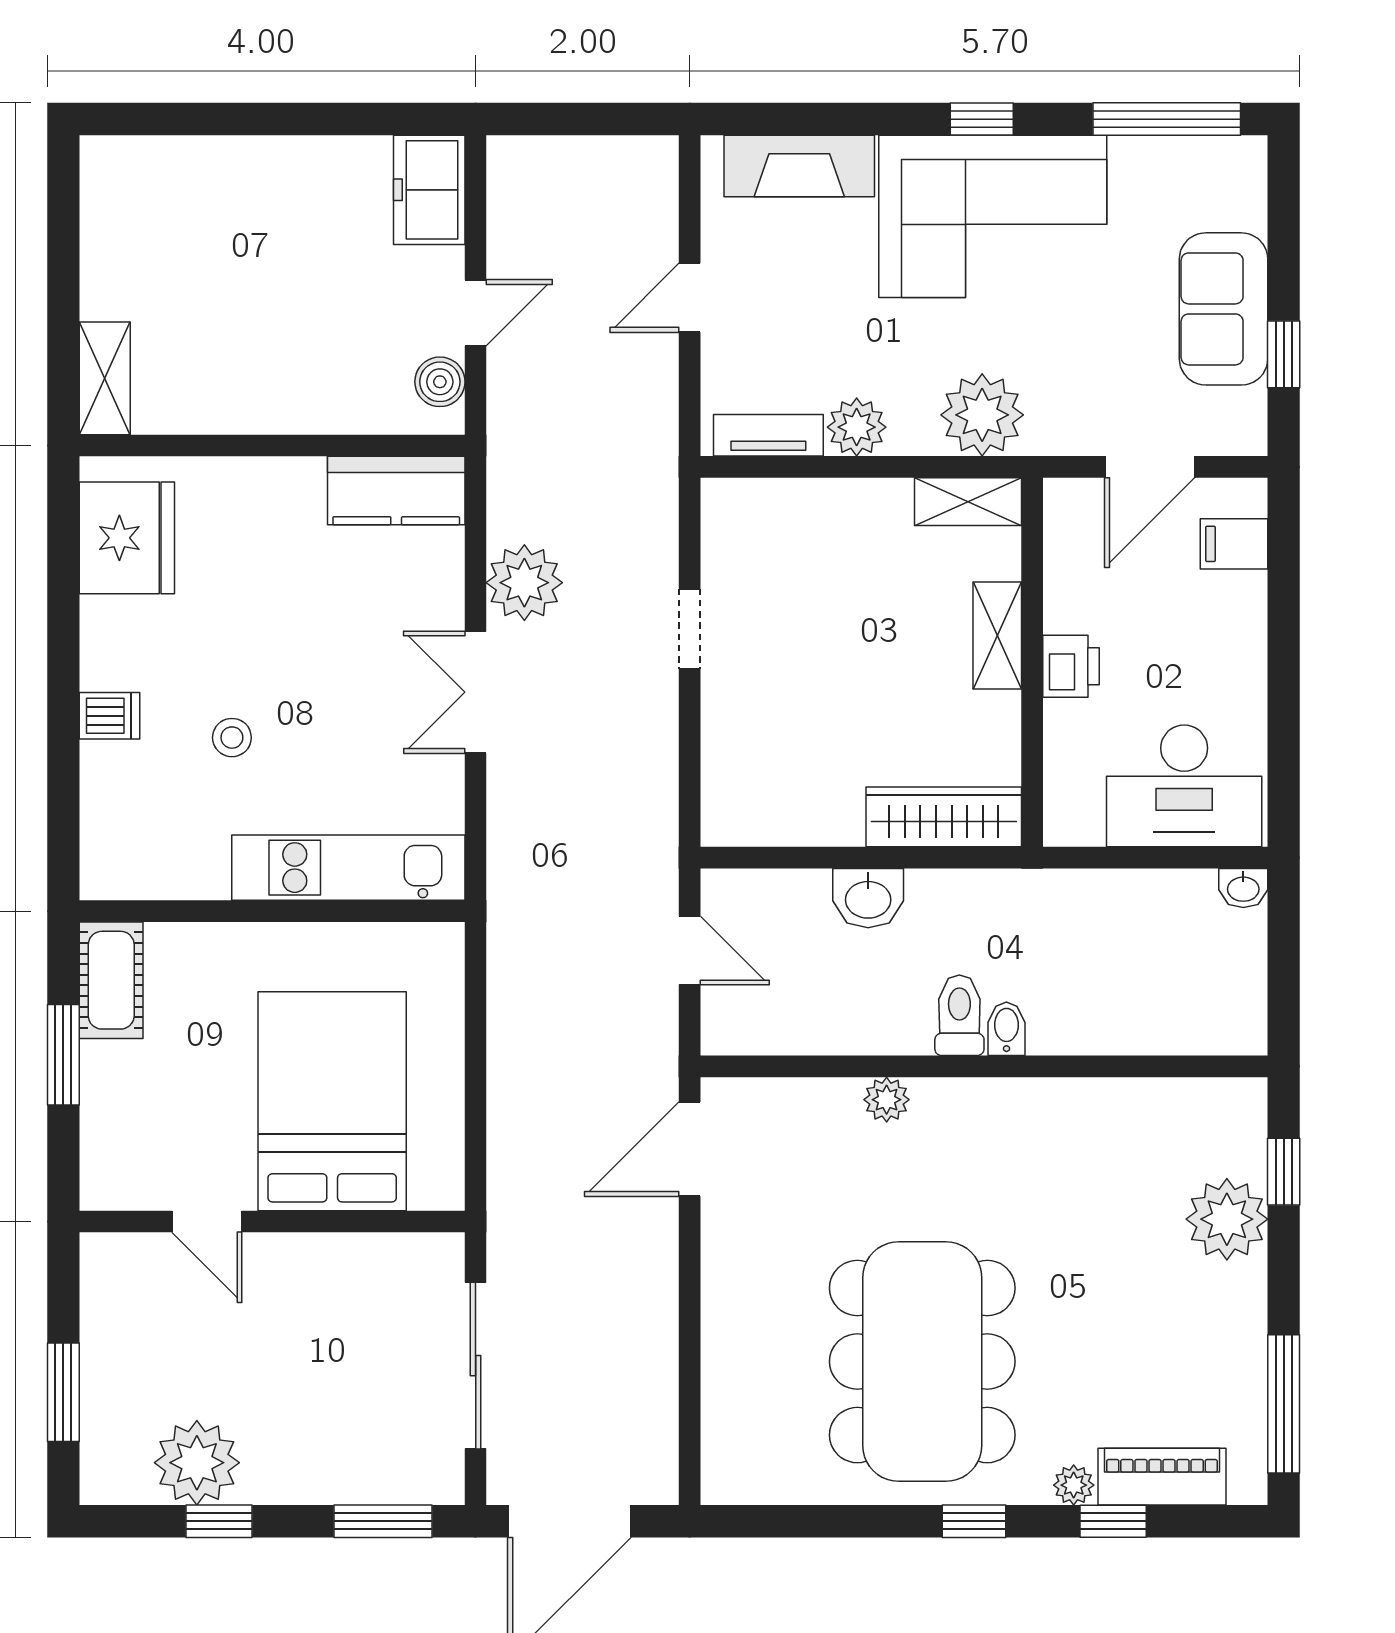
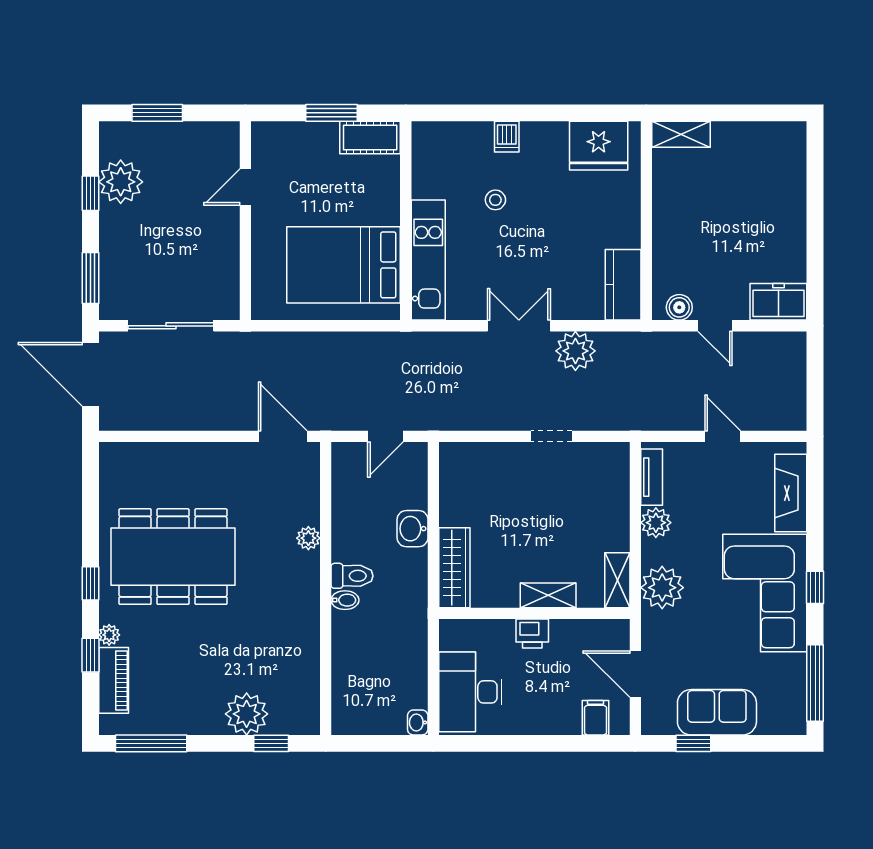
bed: (332, 1101) -> (344, 265), moved, turned 180

